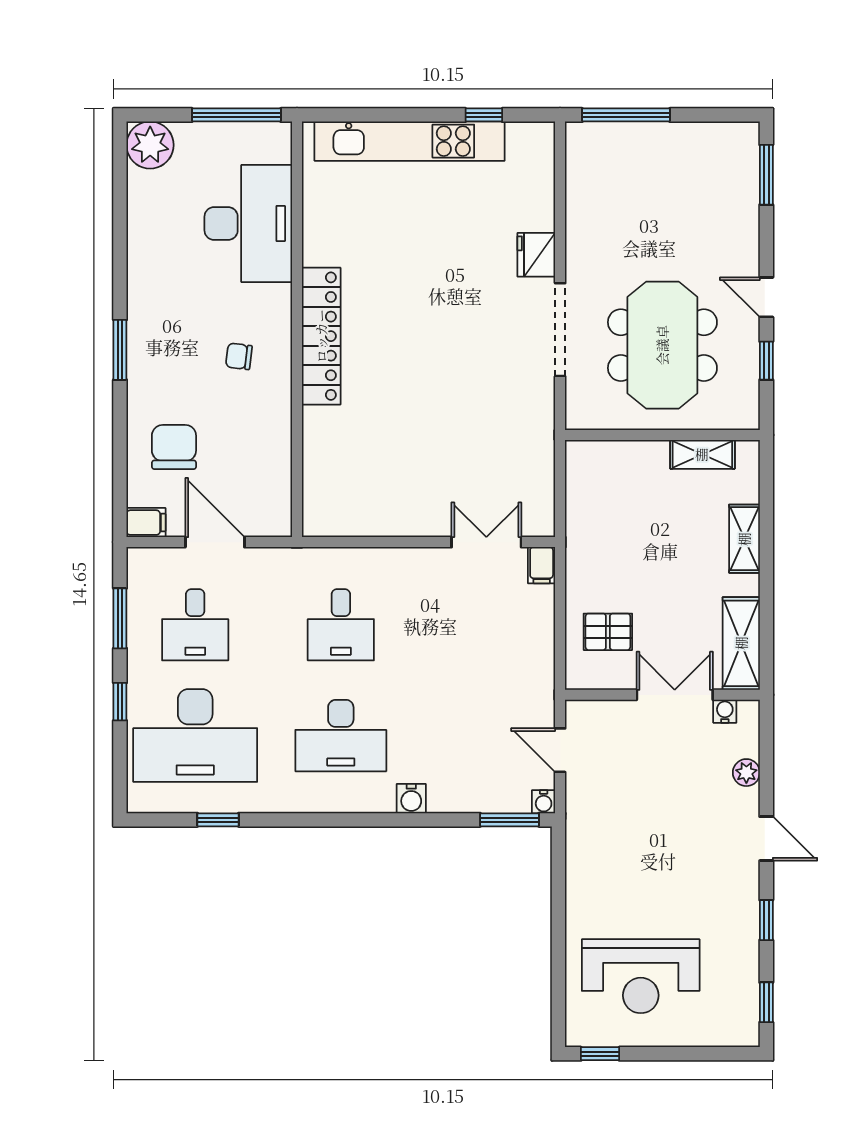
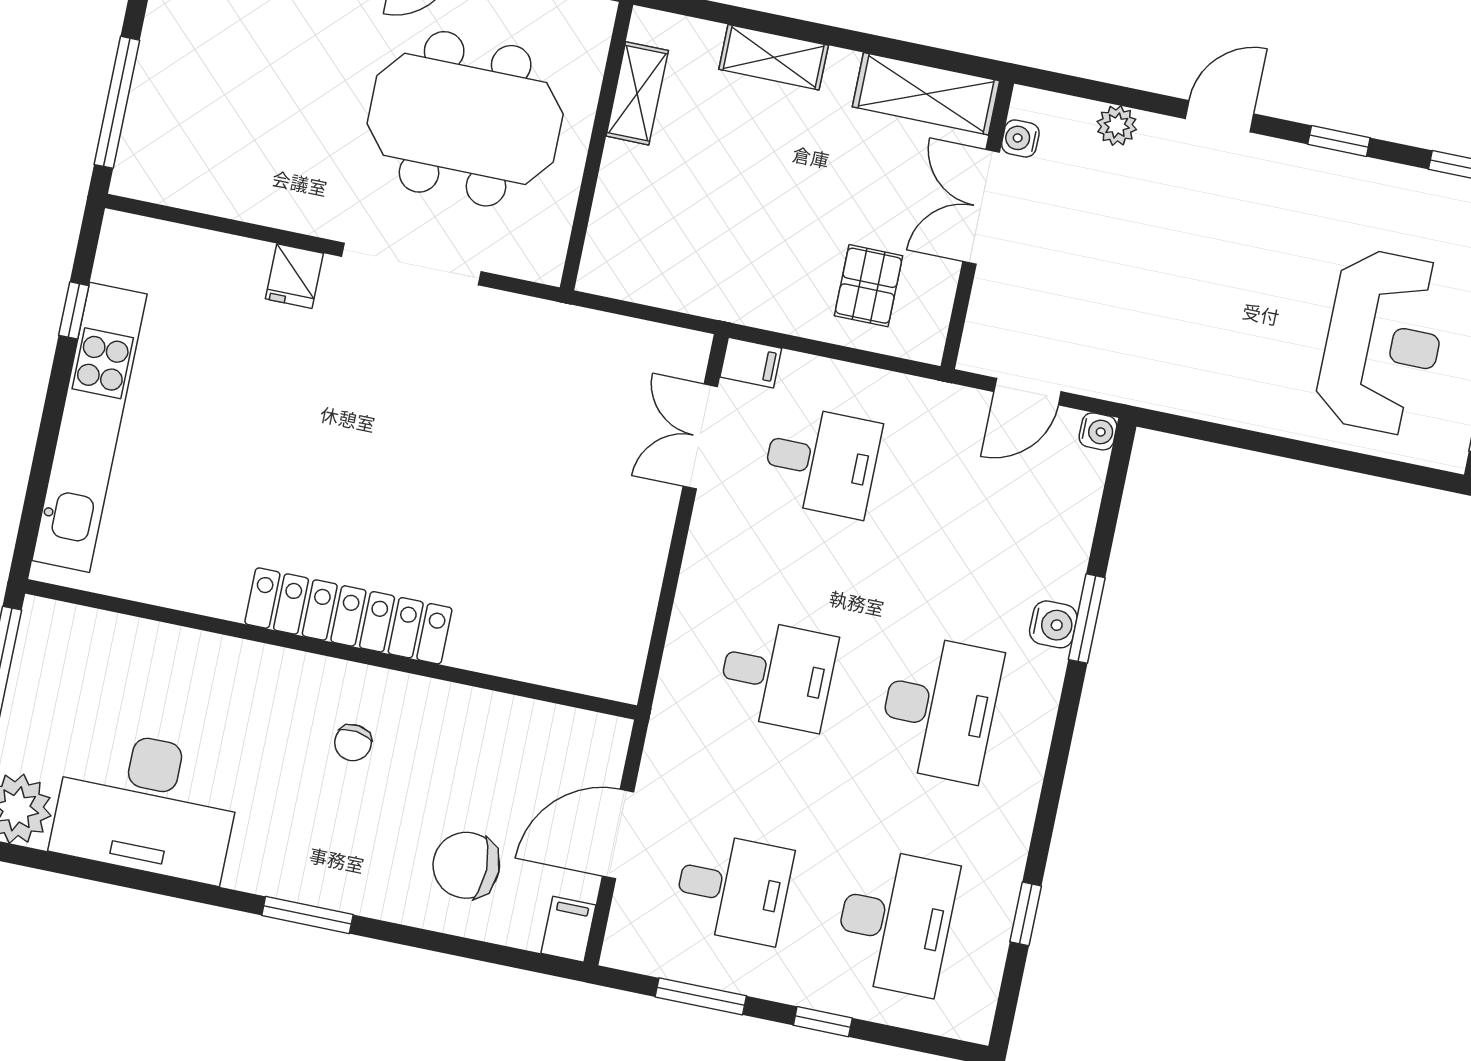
desk: (248, 223) -> (147, 805), moved, turned 180
fridge: (536, 255) -> (294, 276), width x0.72
desk: (486, 625) -> (821, 461), added
desk: (195, 736) -> (895, 922), width x0.73, depth x0.77
window: (509, 820) -> (1087, 619), moved

